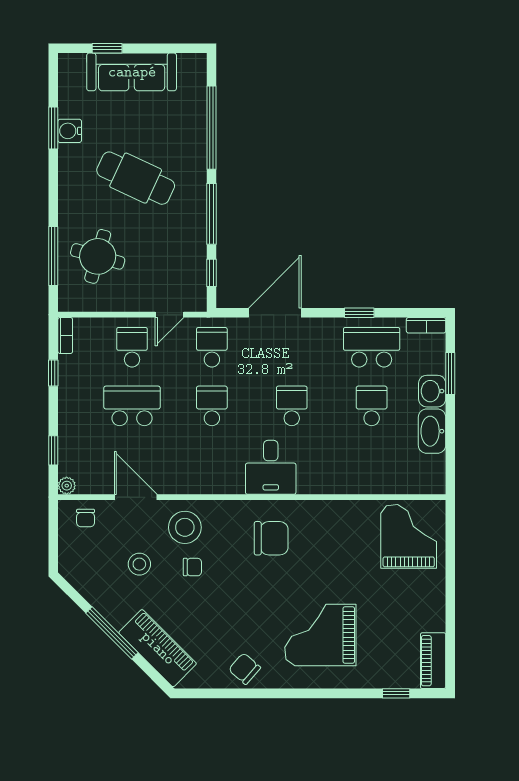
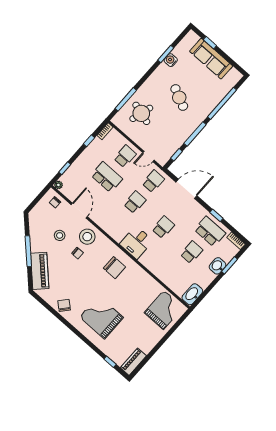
cafe table: (136, 178) -> (179, 98), width x0.73, depth x0.74
washbasin: (432, 431) -> (192, 294), moved

